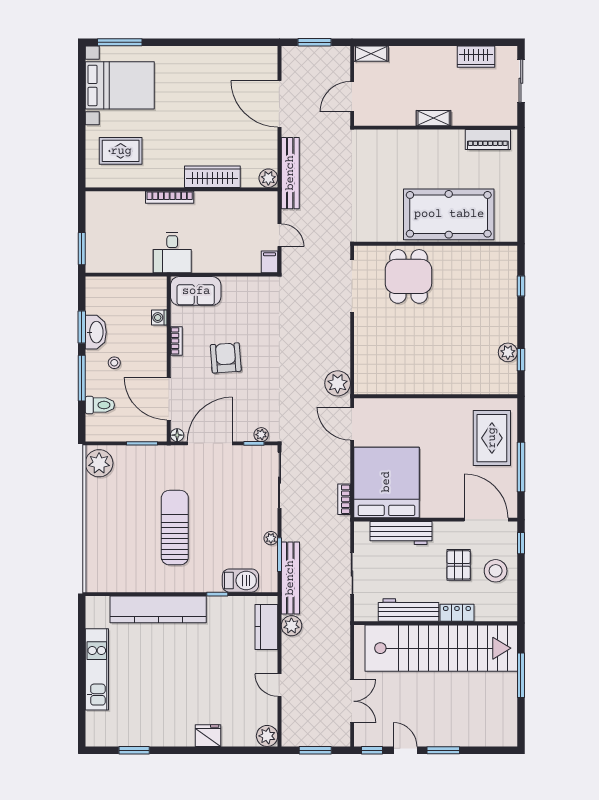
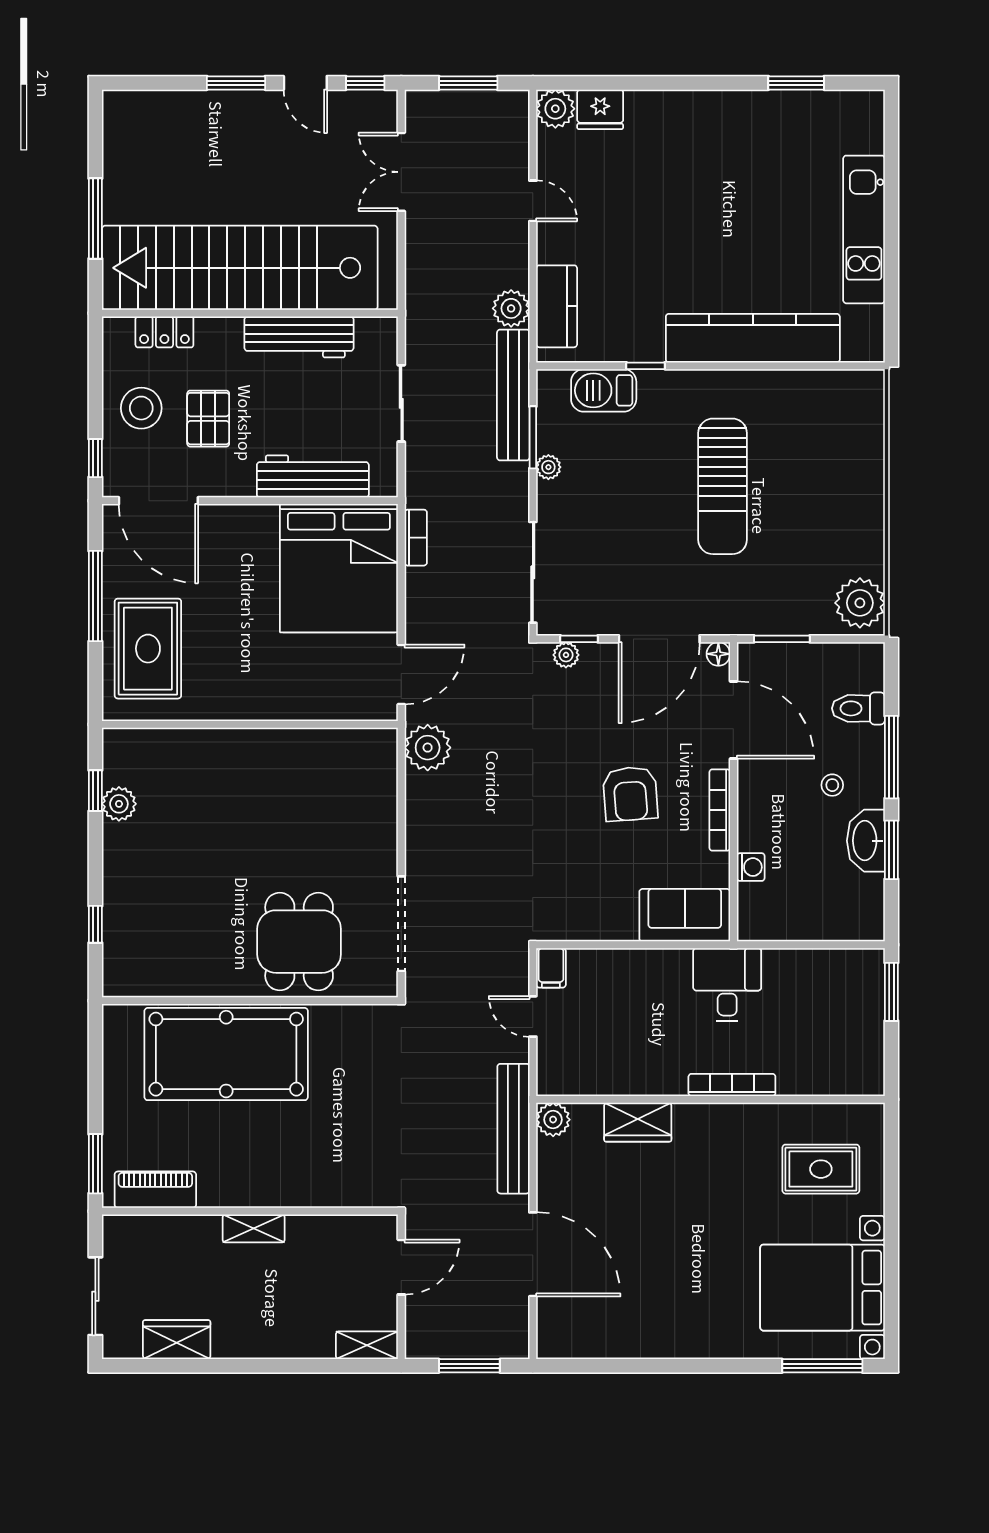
window: (521, 154) -> (95, 1164), added
wardrobe: (212, 177) -> (638, 1122), width x0.67
bookcase: (176, 341) -> (720, 810), width x1.56
door: (352, 424) -> (401, 675), hinge flipped
locker: (457, 613) -> (164, 332), moved
fridge: (208, 736) -> (600, 109), moved

